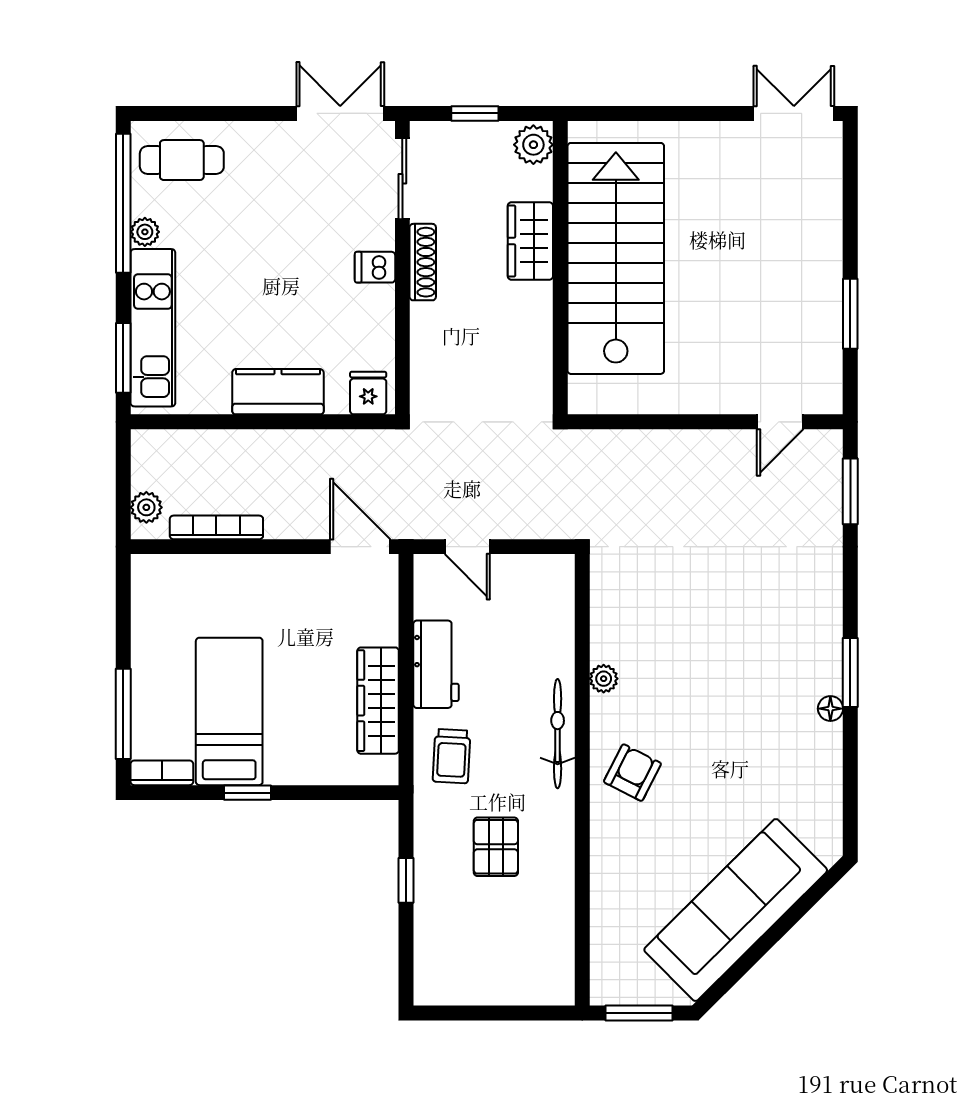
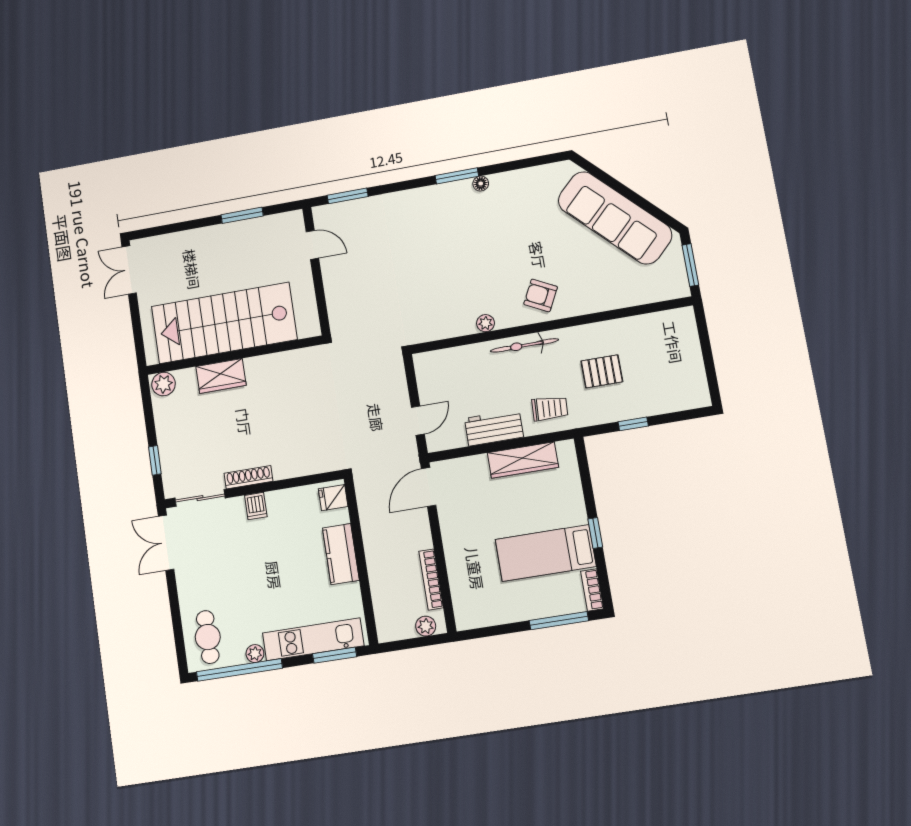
plant: (533, 145) -> (164, 384), moved
wardrobe: (530, 241) -> (221, 376), moved
stairs: (616, 258) -> (224, 323), moved
wall: (560, 268) -> (234, 355), moved

